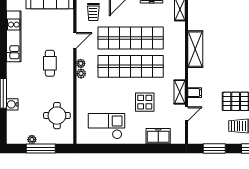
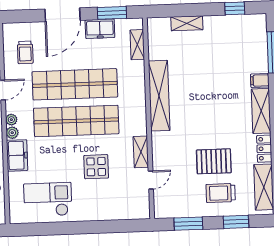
shelving: (195, 49) -> (159, 96), width x1.47
filing cabinet: (195, 93) -> (160, 152), removed
freezer: (158, 136) -> (17, 155), moved, turned 90

